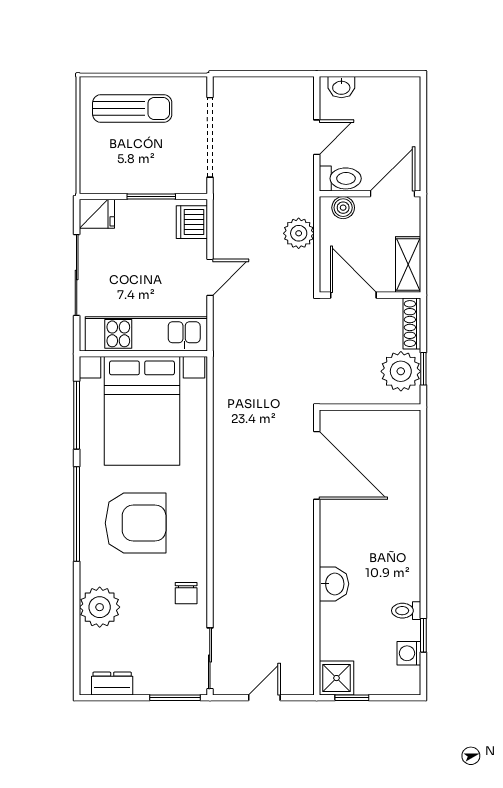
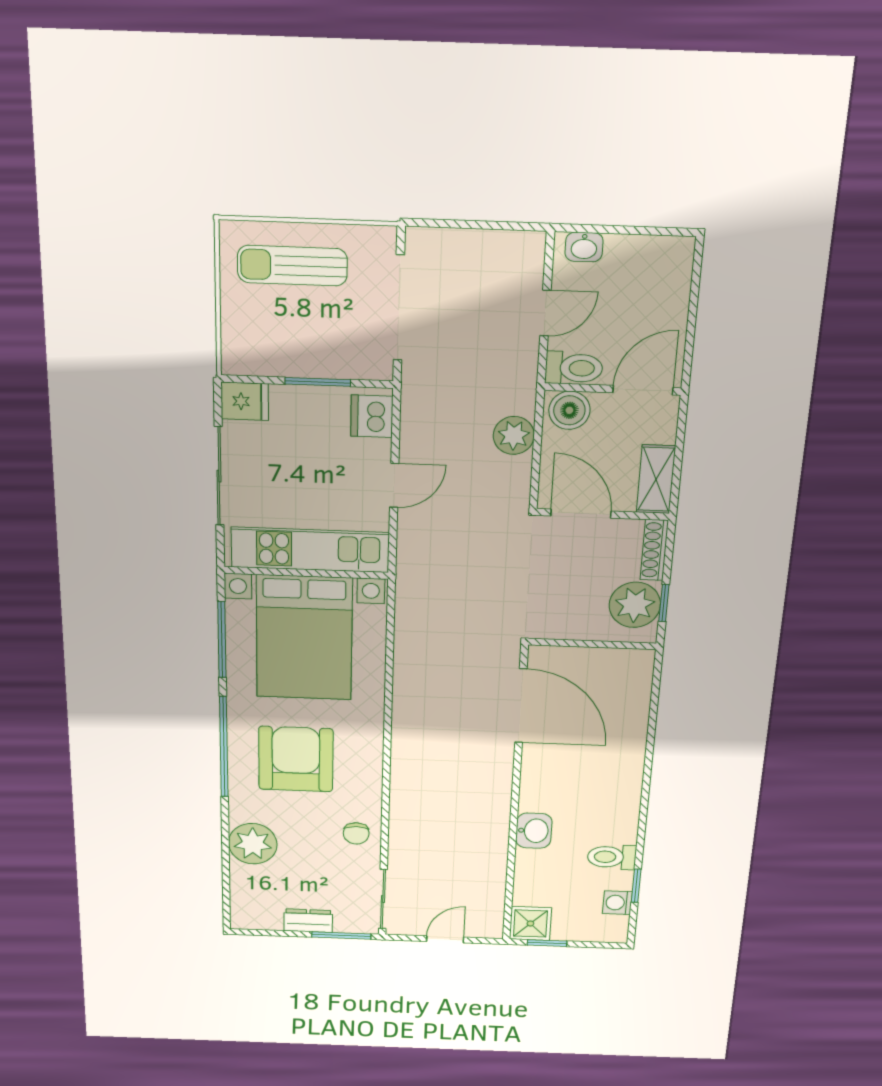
sun lounger: (132, 108) -> (292, 266), turned 180
boiler: (343, 208) -> (569, 410), width x1.36, depth x1.36
armchair: (136, 523) -> (296, 759), turned -90
toilet: (406, 611) -> (612, 857), width x1.37, depth x1.39
dresser: (112, 684) -> (308, 921), moved

